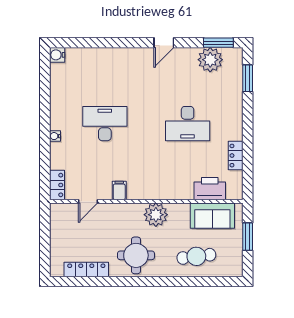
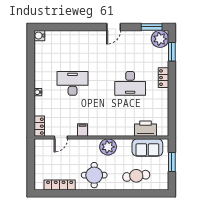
plant: (210, 60) -> (160, 39), moved
locker: (236, 156) -> (164, 78), moved

